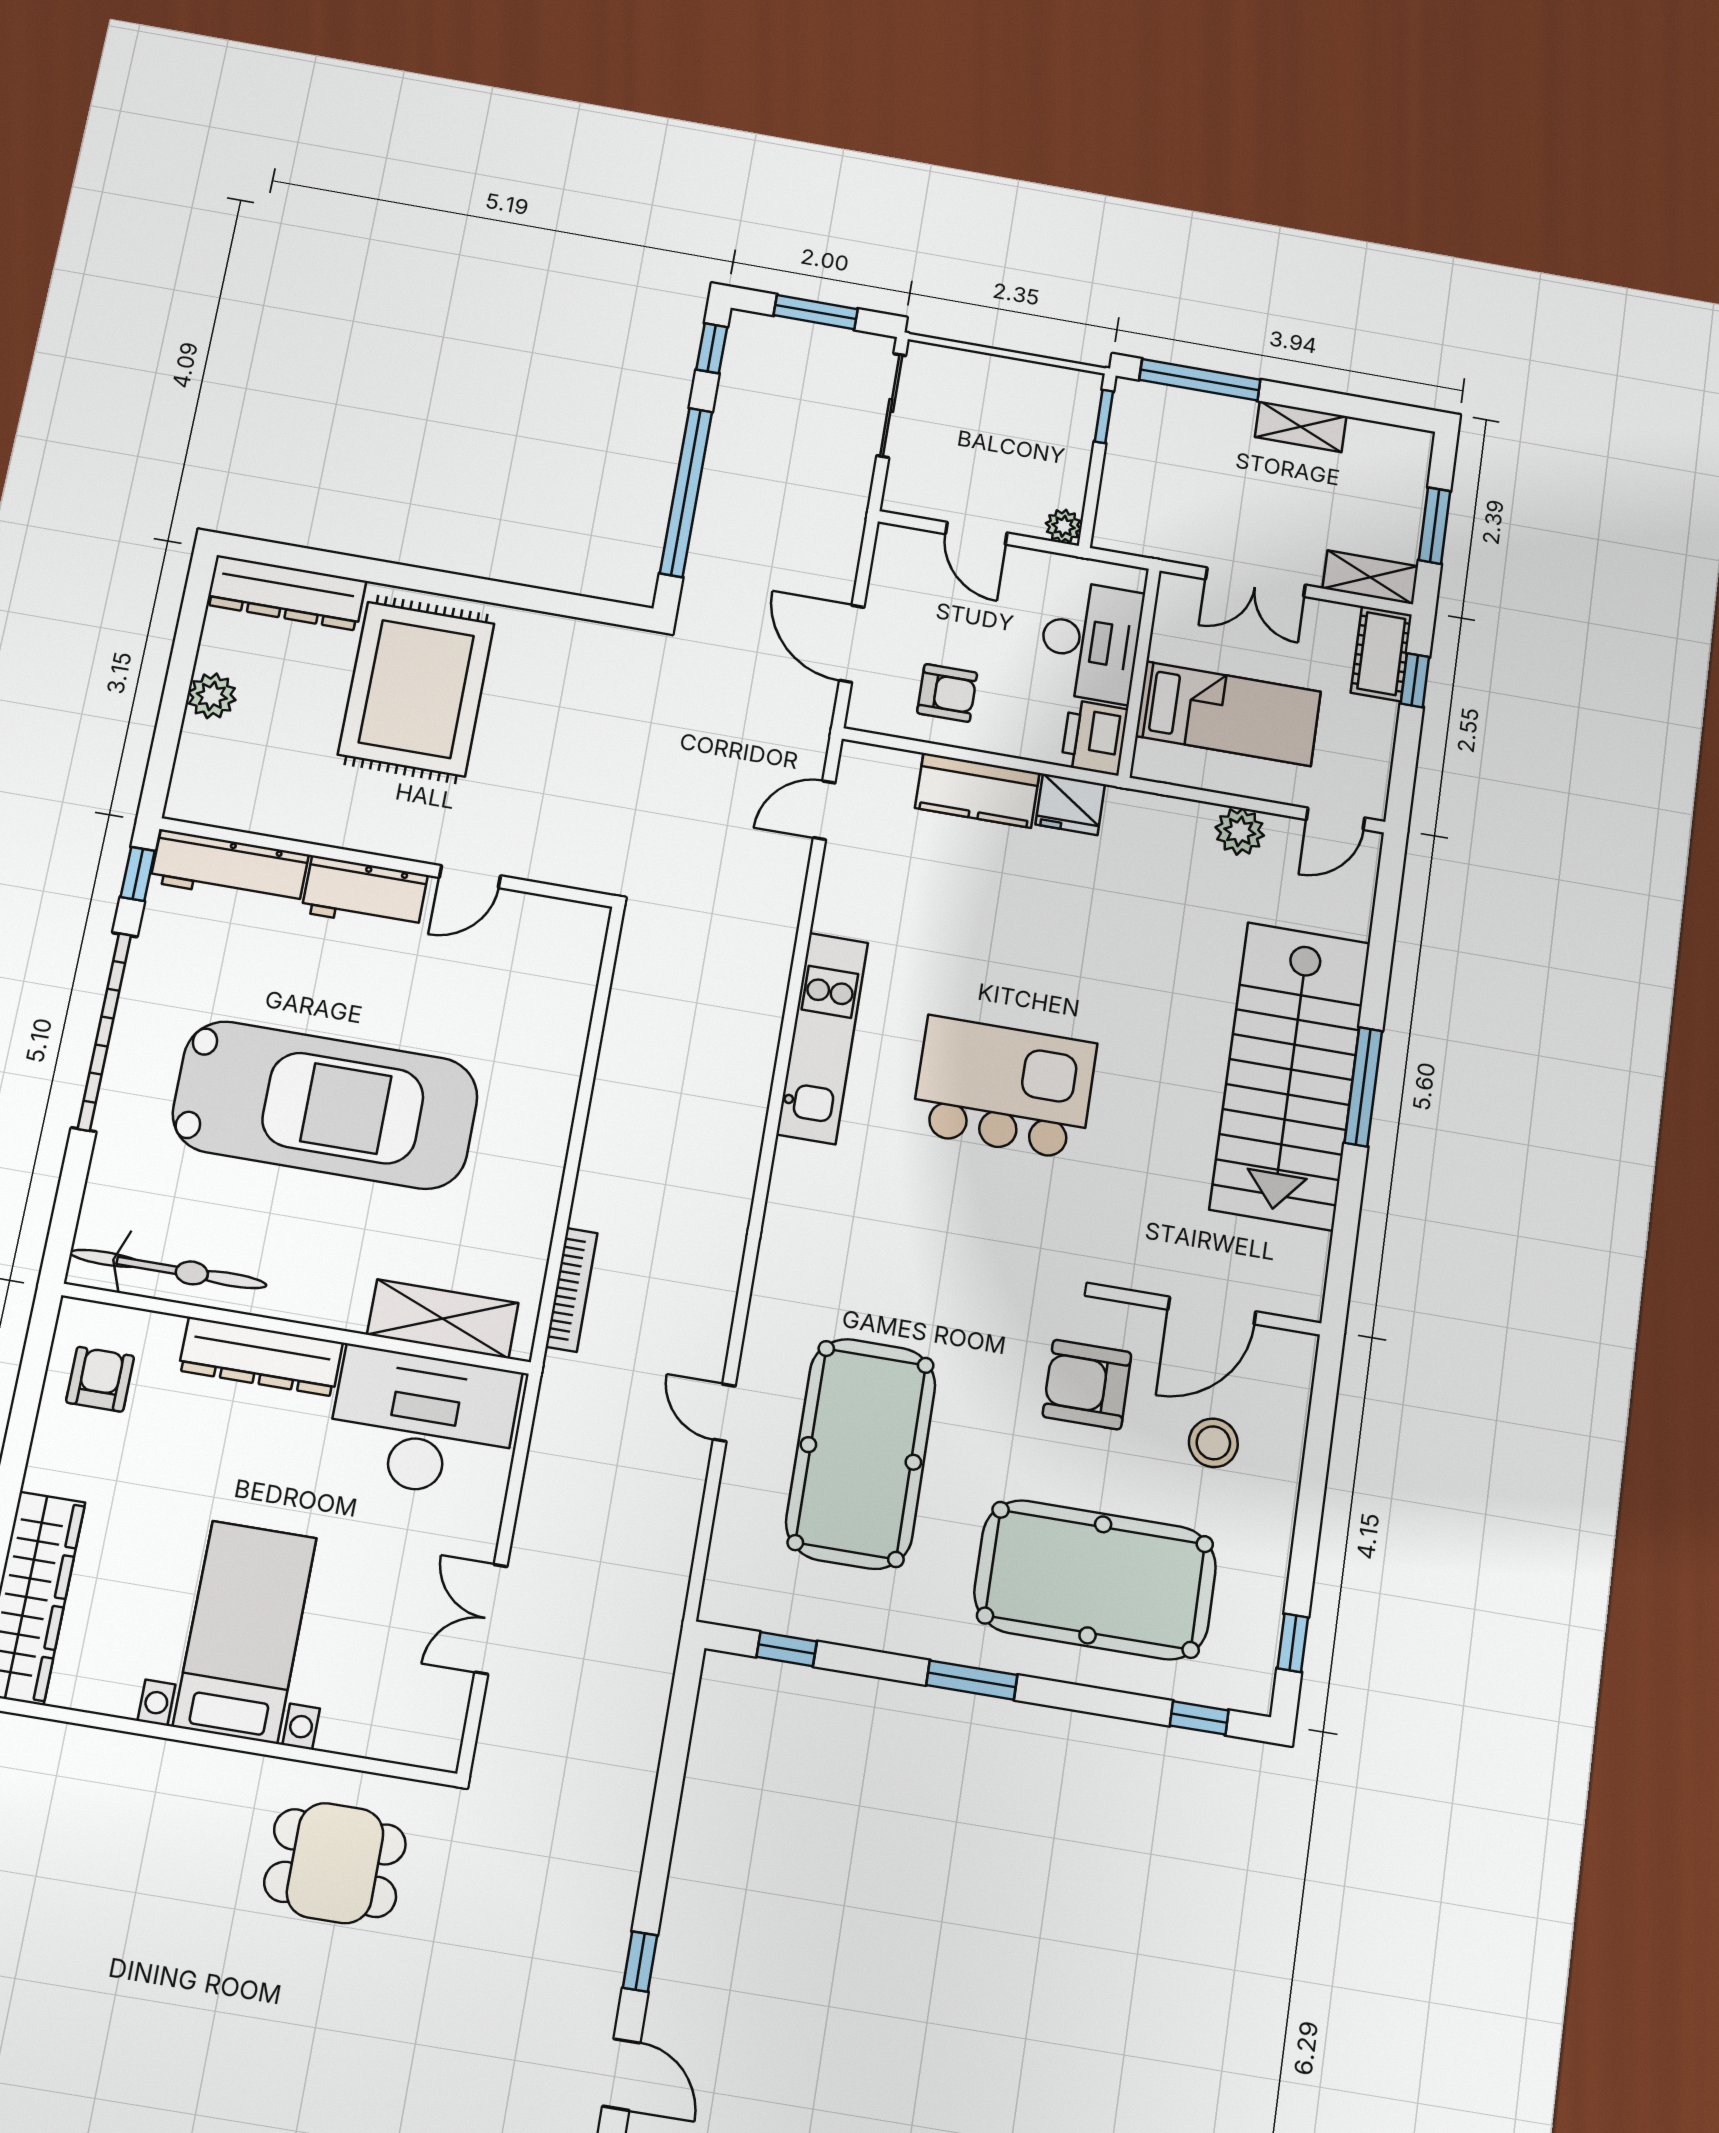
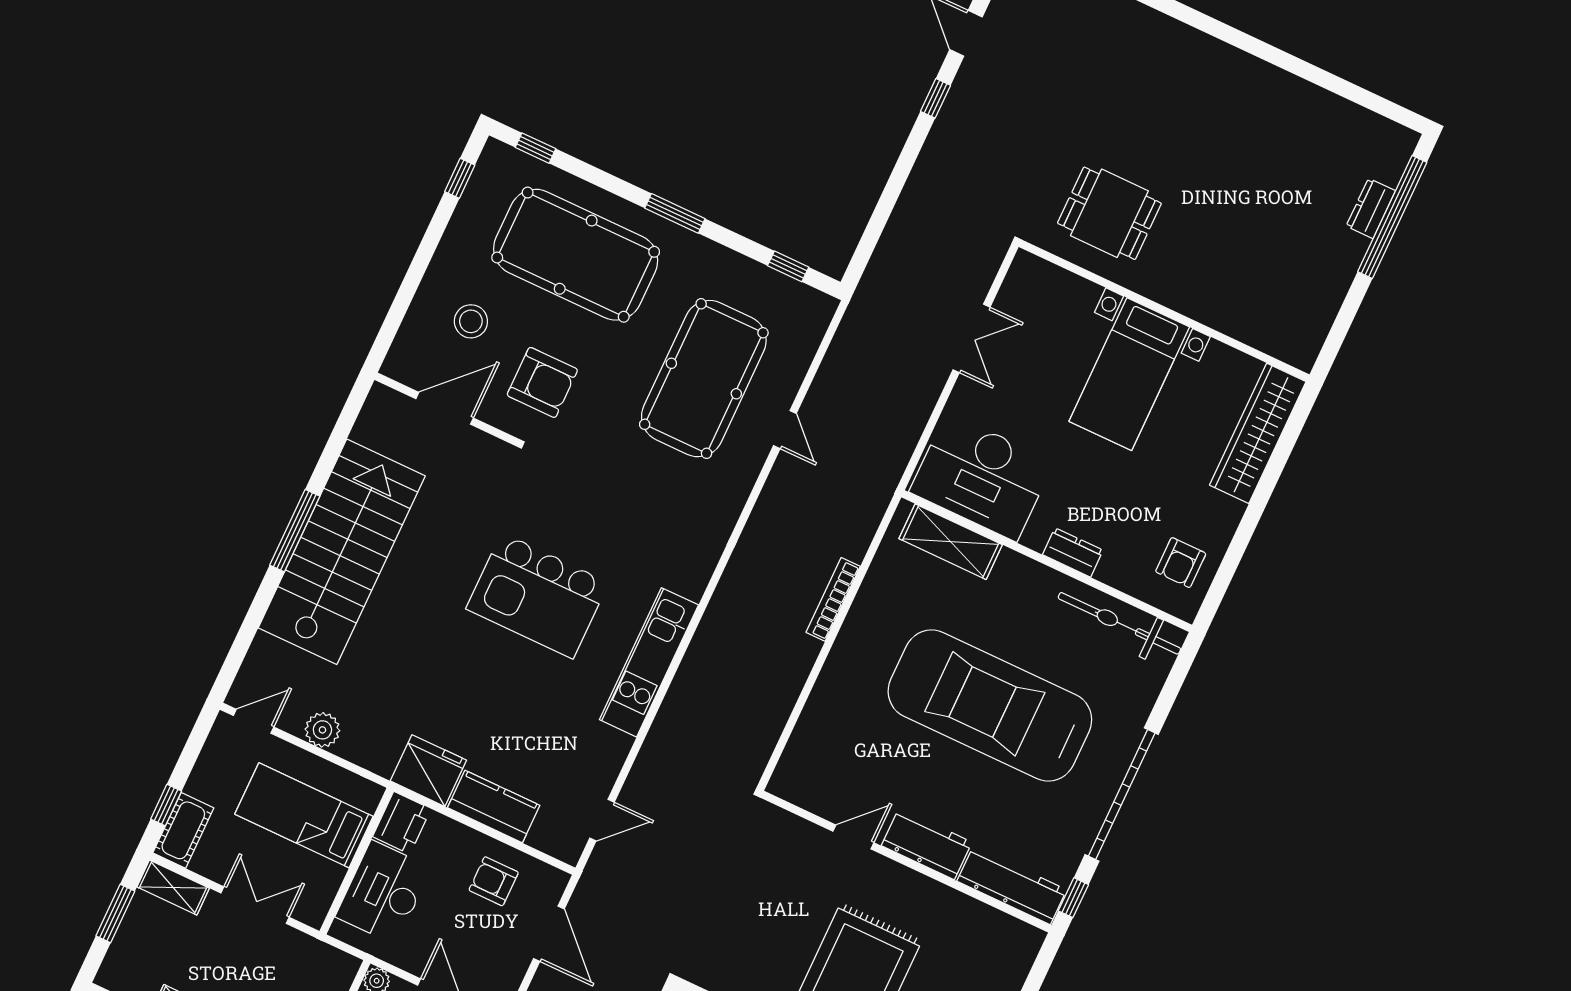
fridge: (1070, 804) -> (428, 771), width x1.36, depth x1.34
bookcase: (572, 1290) -> (833, 599), moved
dresser: (261, 1357) -> (1073, 552), width x0.51, depth x0.80

